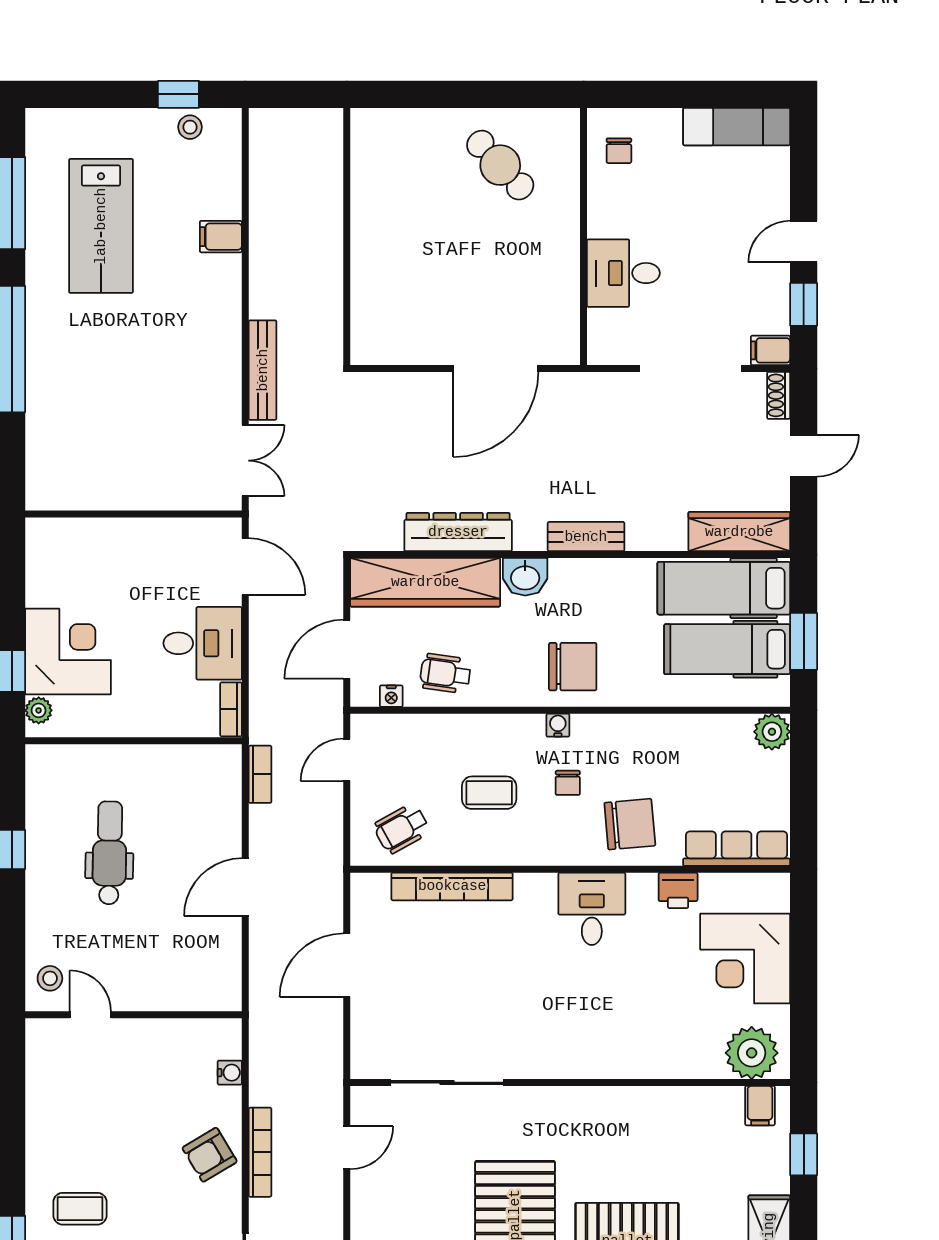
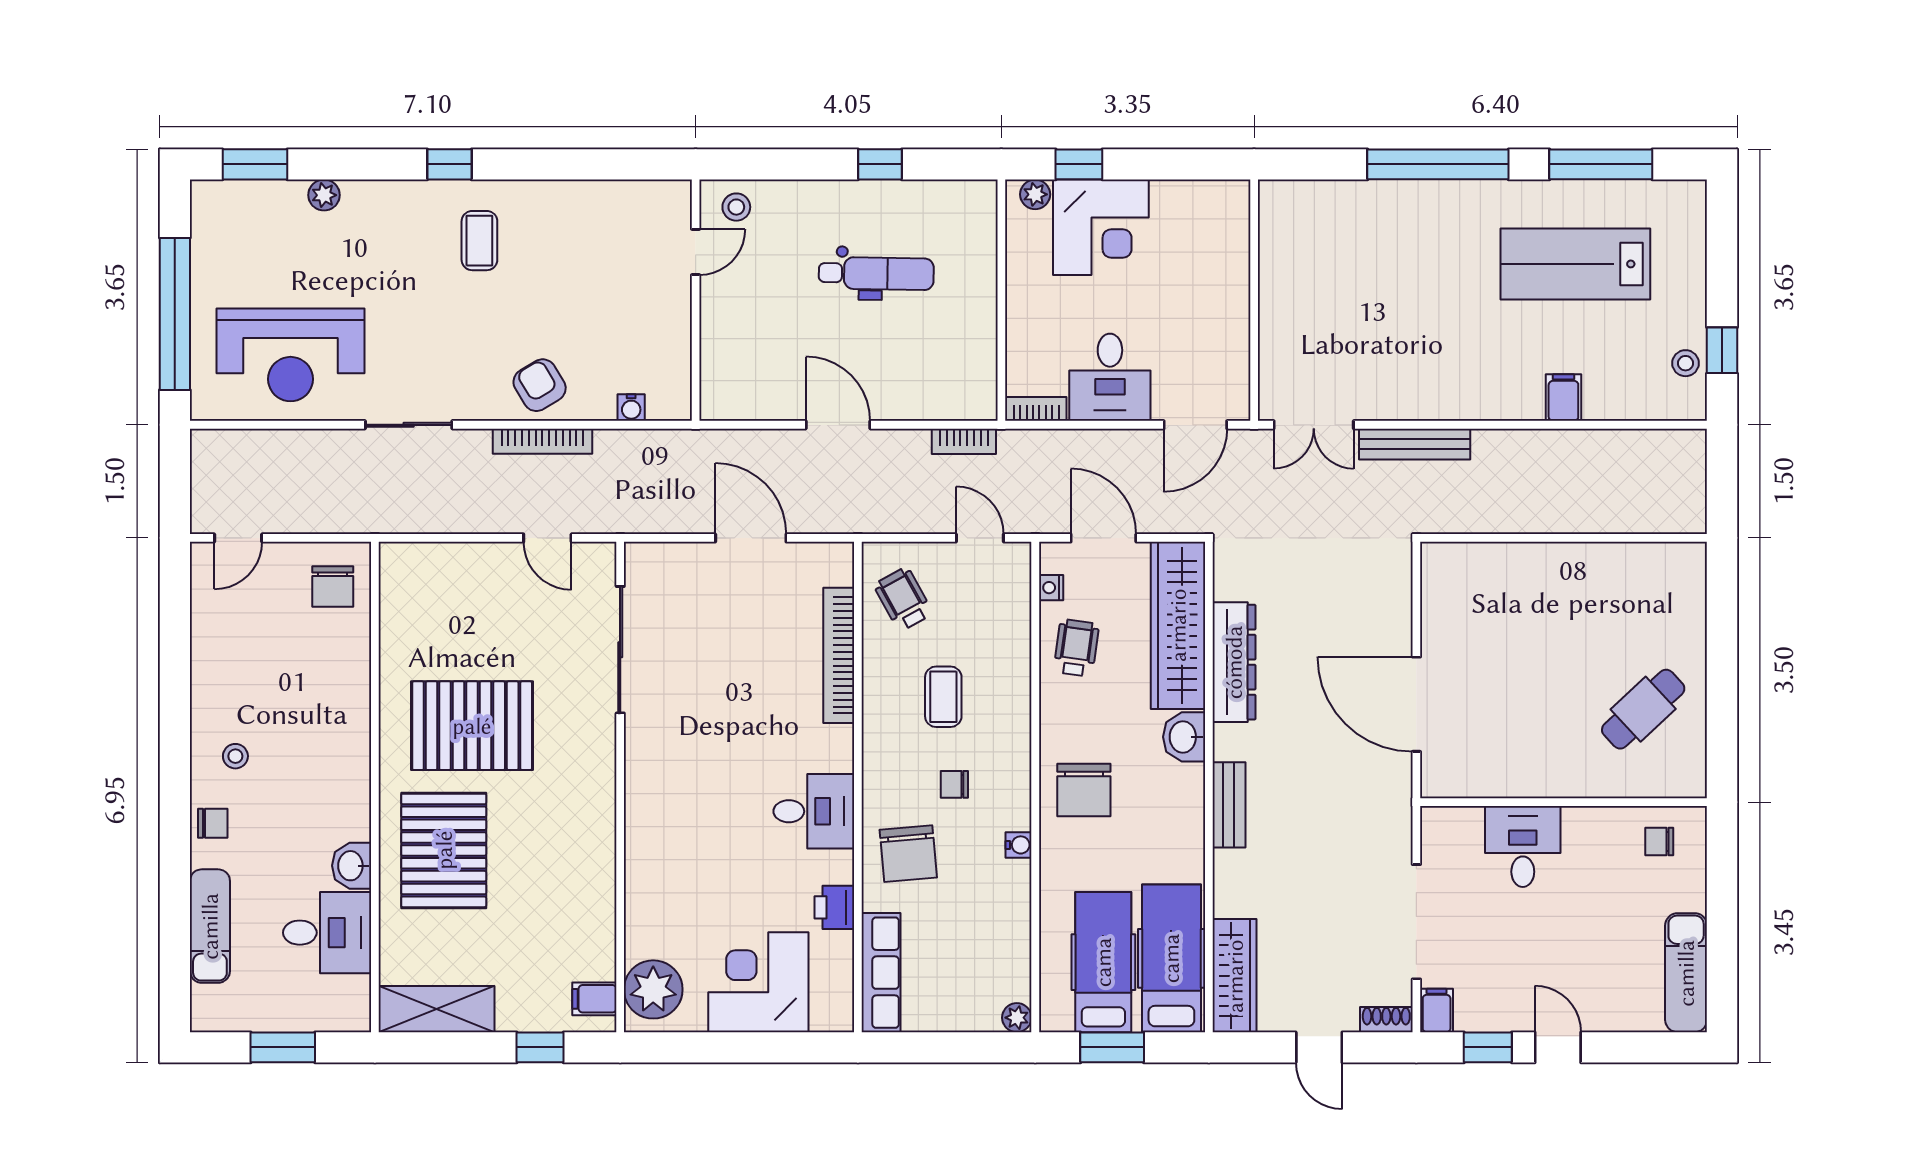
water cooler: (558, 725) -> (1019, 845), moved
plant: (772, 732) -> (1017, 1018), width x0.73, depth x0.73

